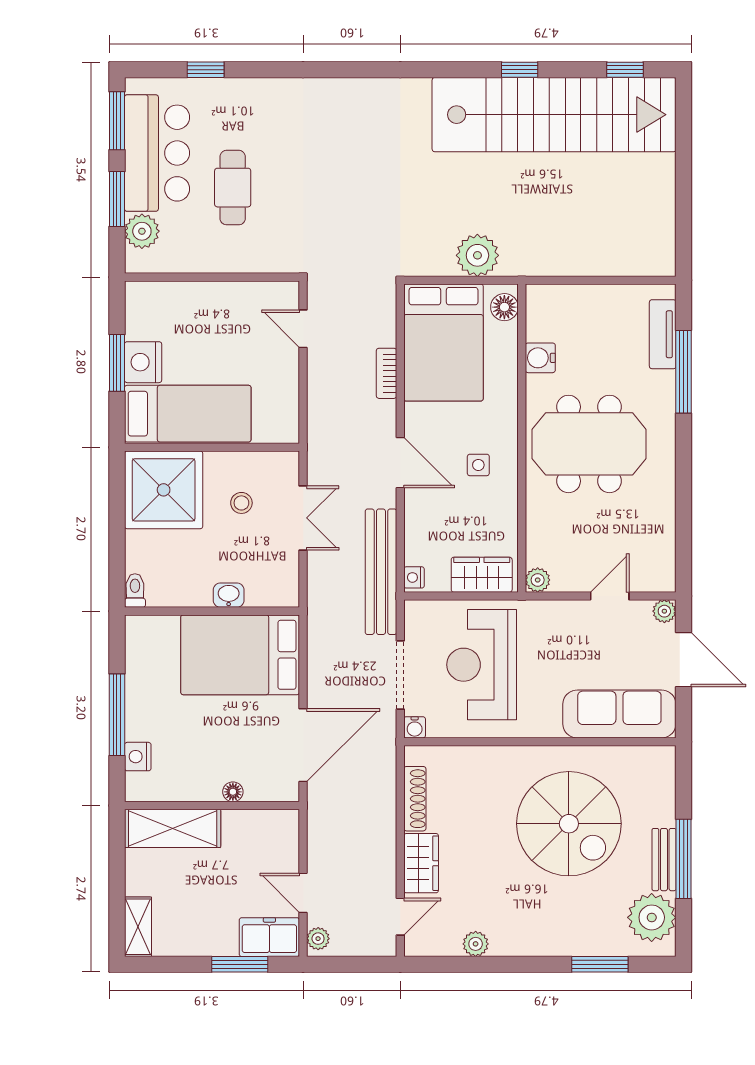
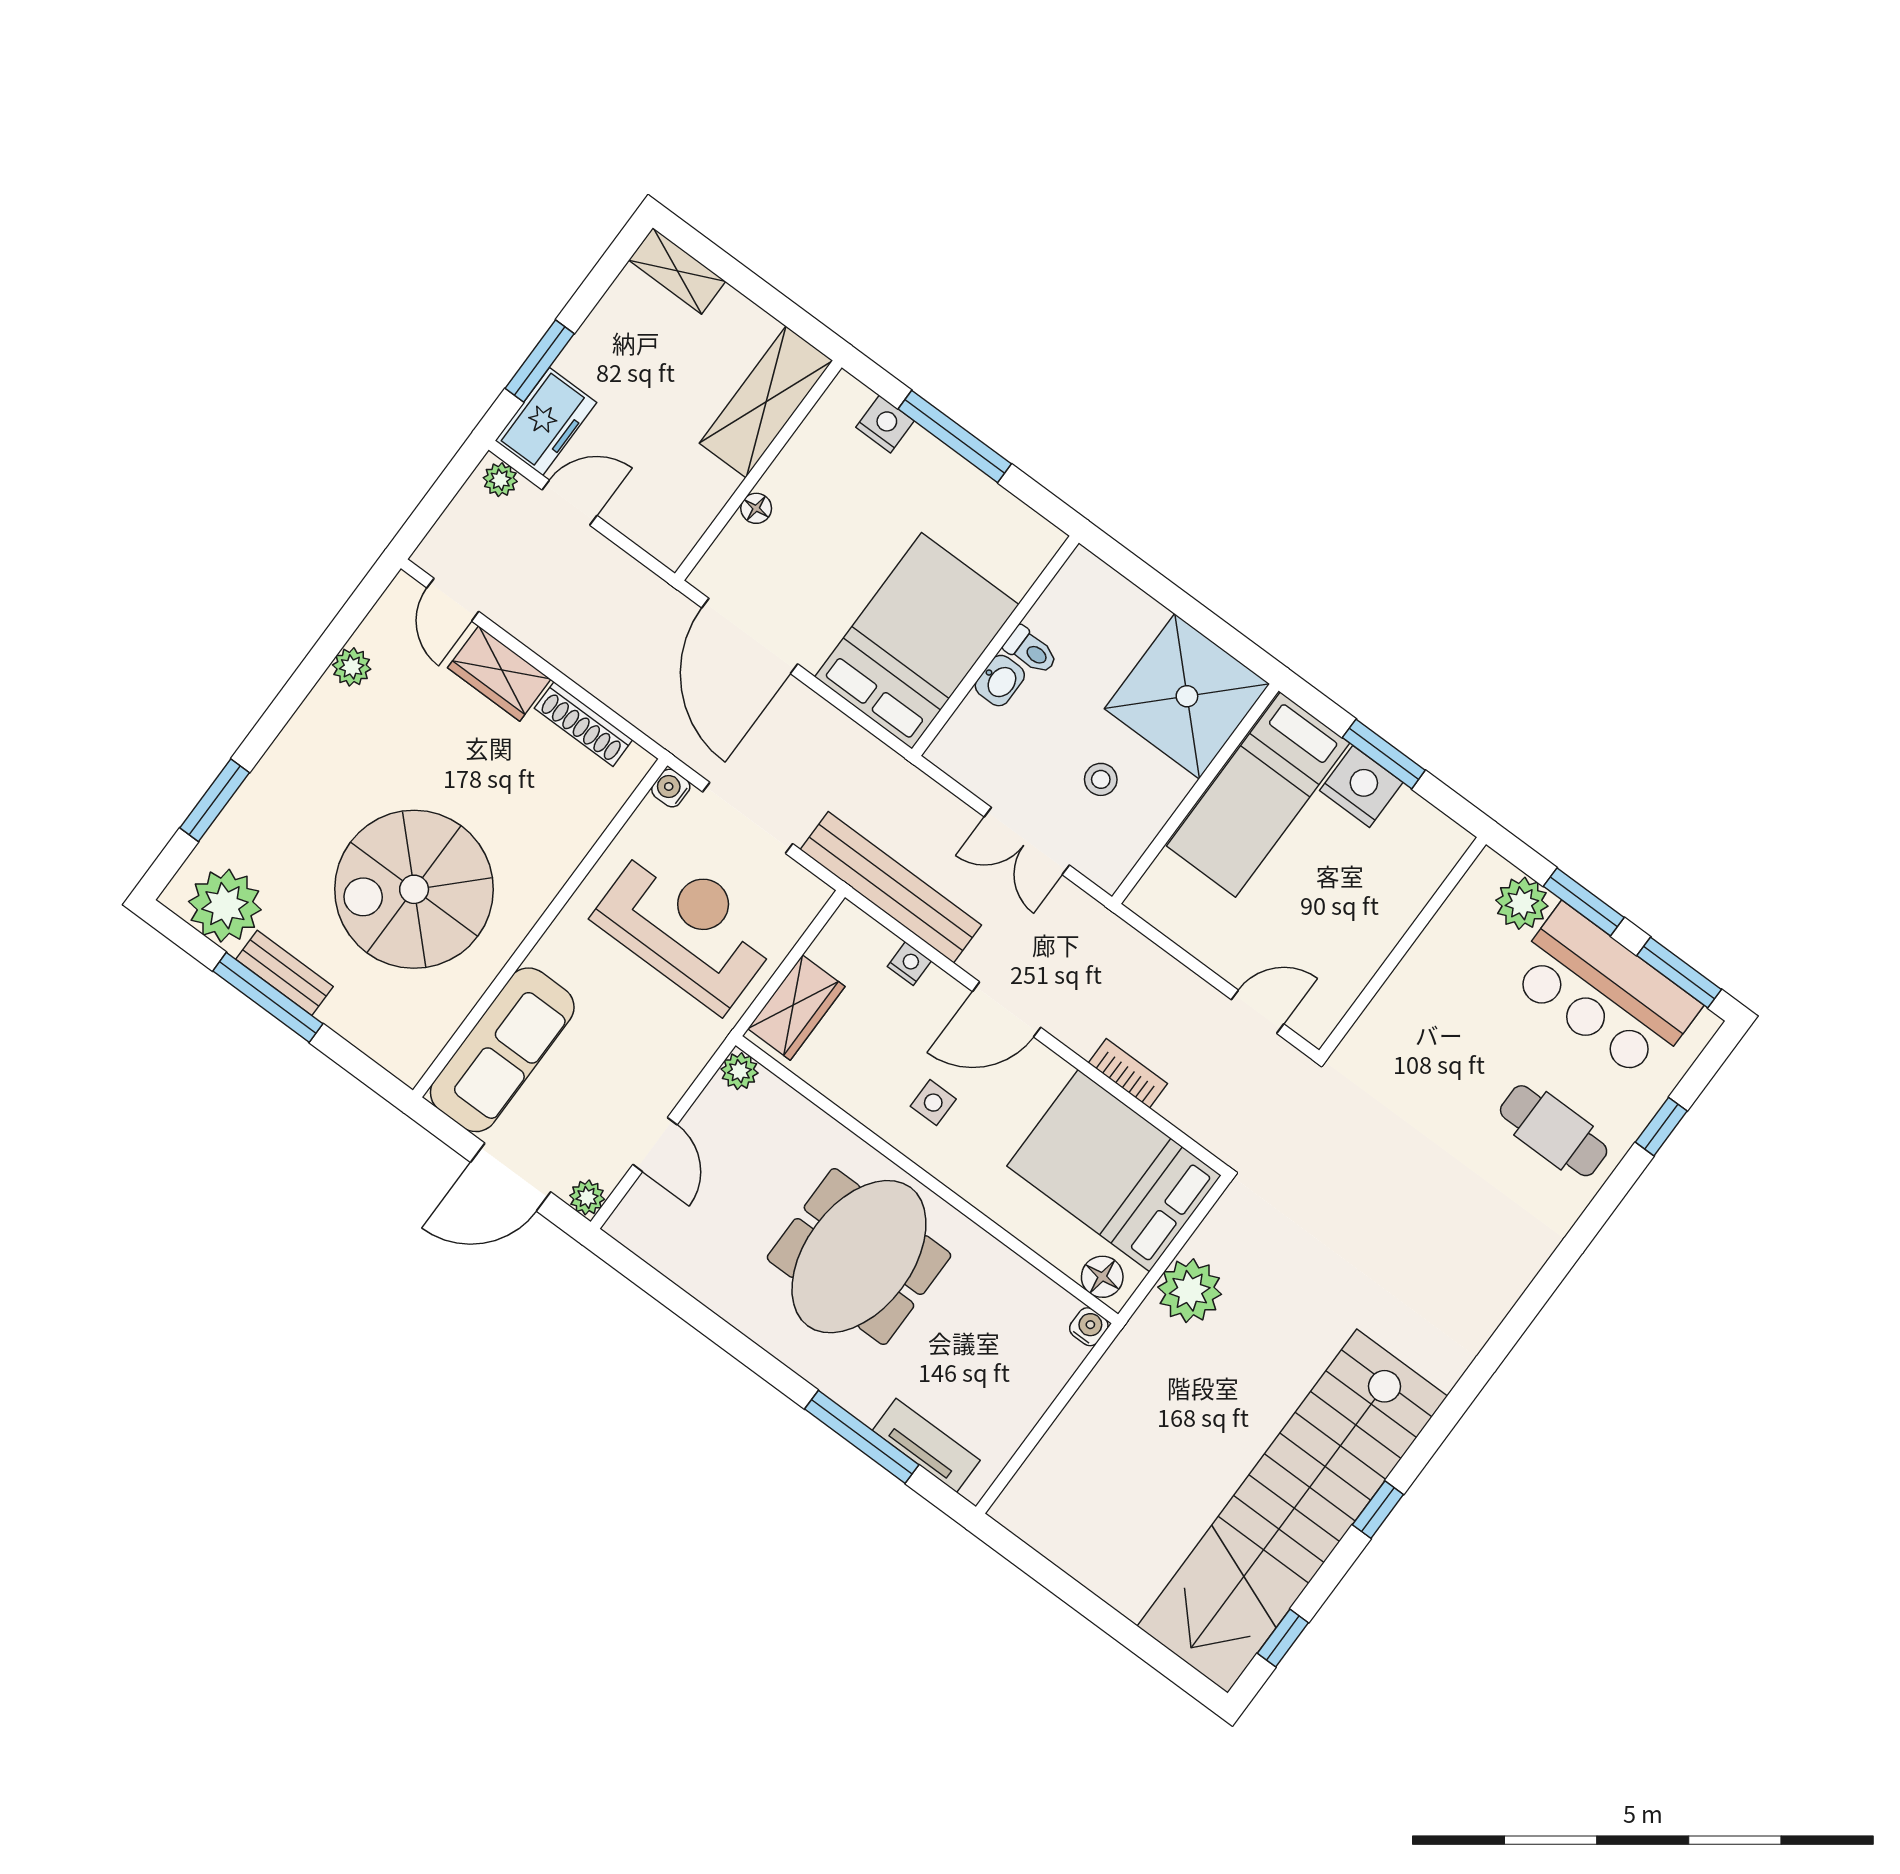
cafe table: (233, 188) -> (1554, 1131), moved
water cooler: (540, 358) -> (1089, 1327), moved, width x0.72, depth x0.72
nightstand: (414, 577) -> (909, 964), moved
toilet: (135, 591) -> (1031, 650), moved

